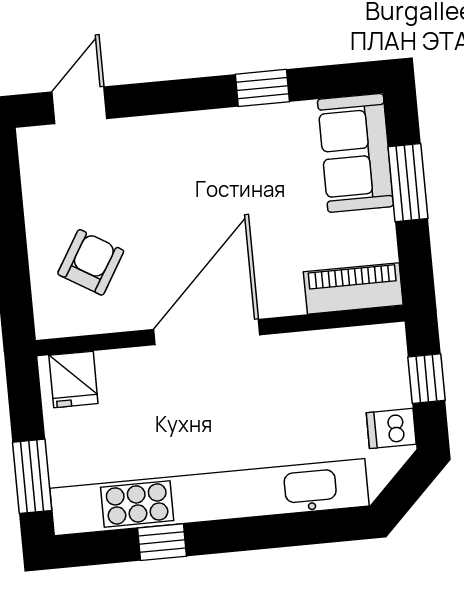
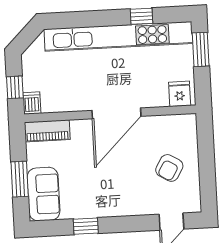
armchair: (91, 262) -> (169, 168), moved
dishwasher: (391, 428) -> (32, 103), moved, turned -90

